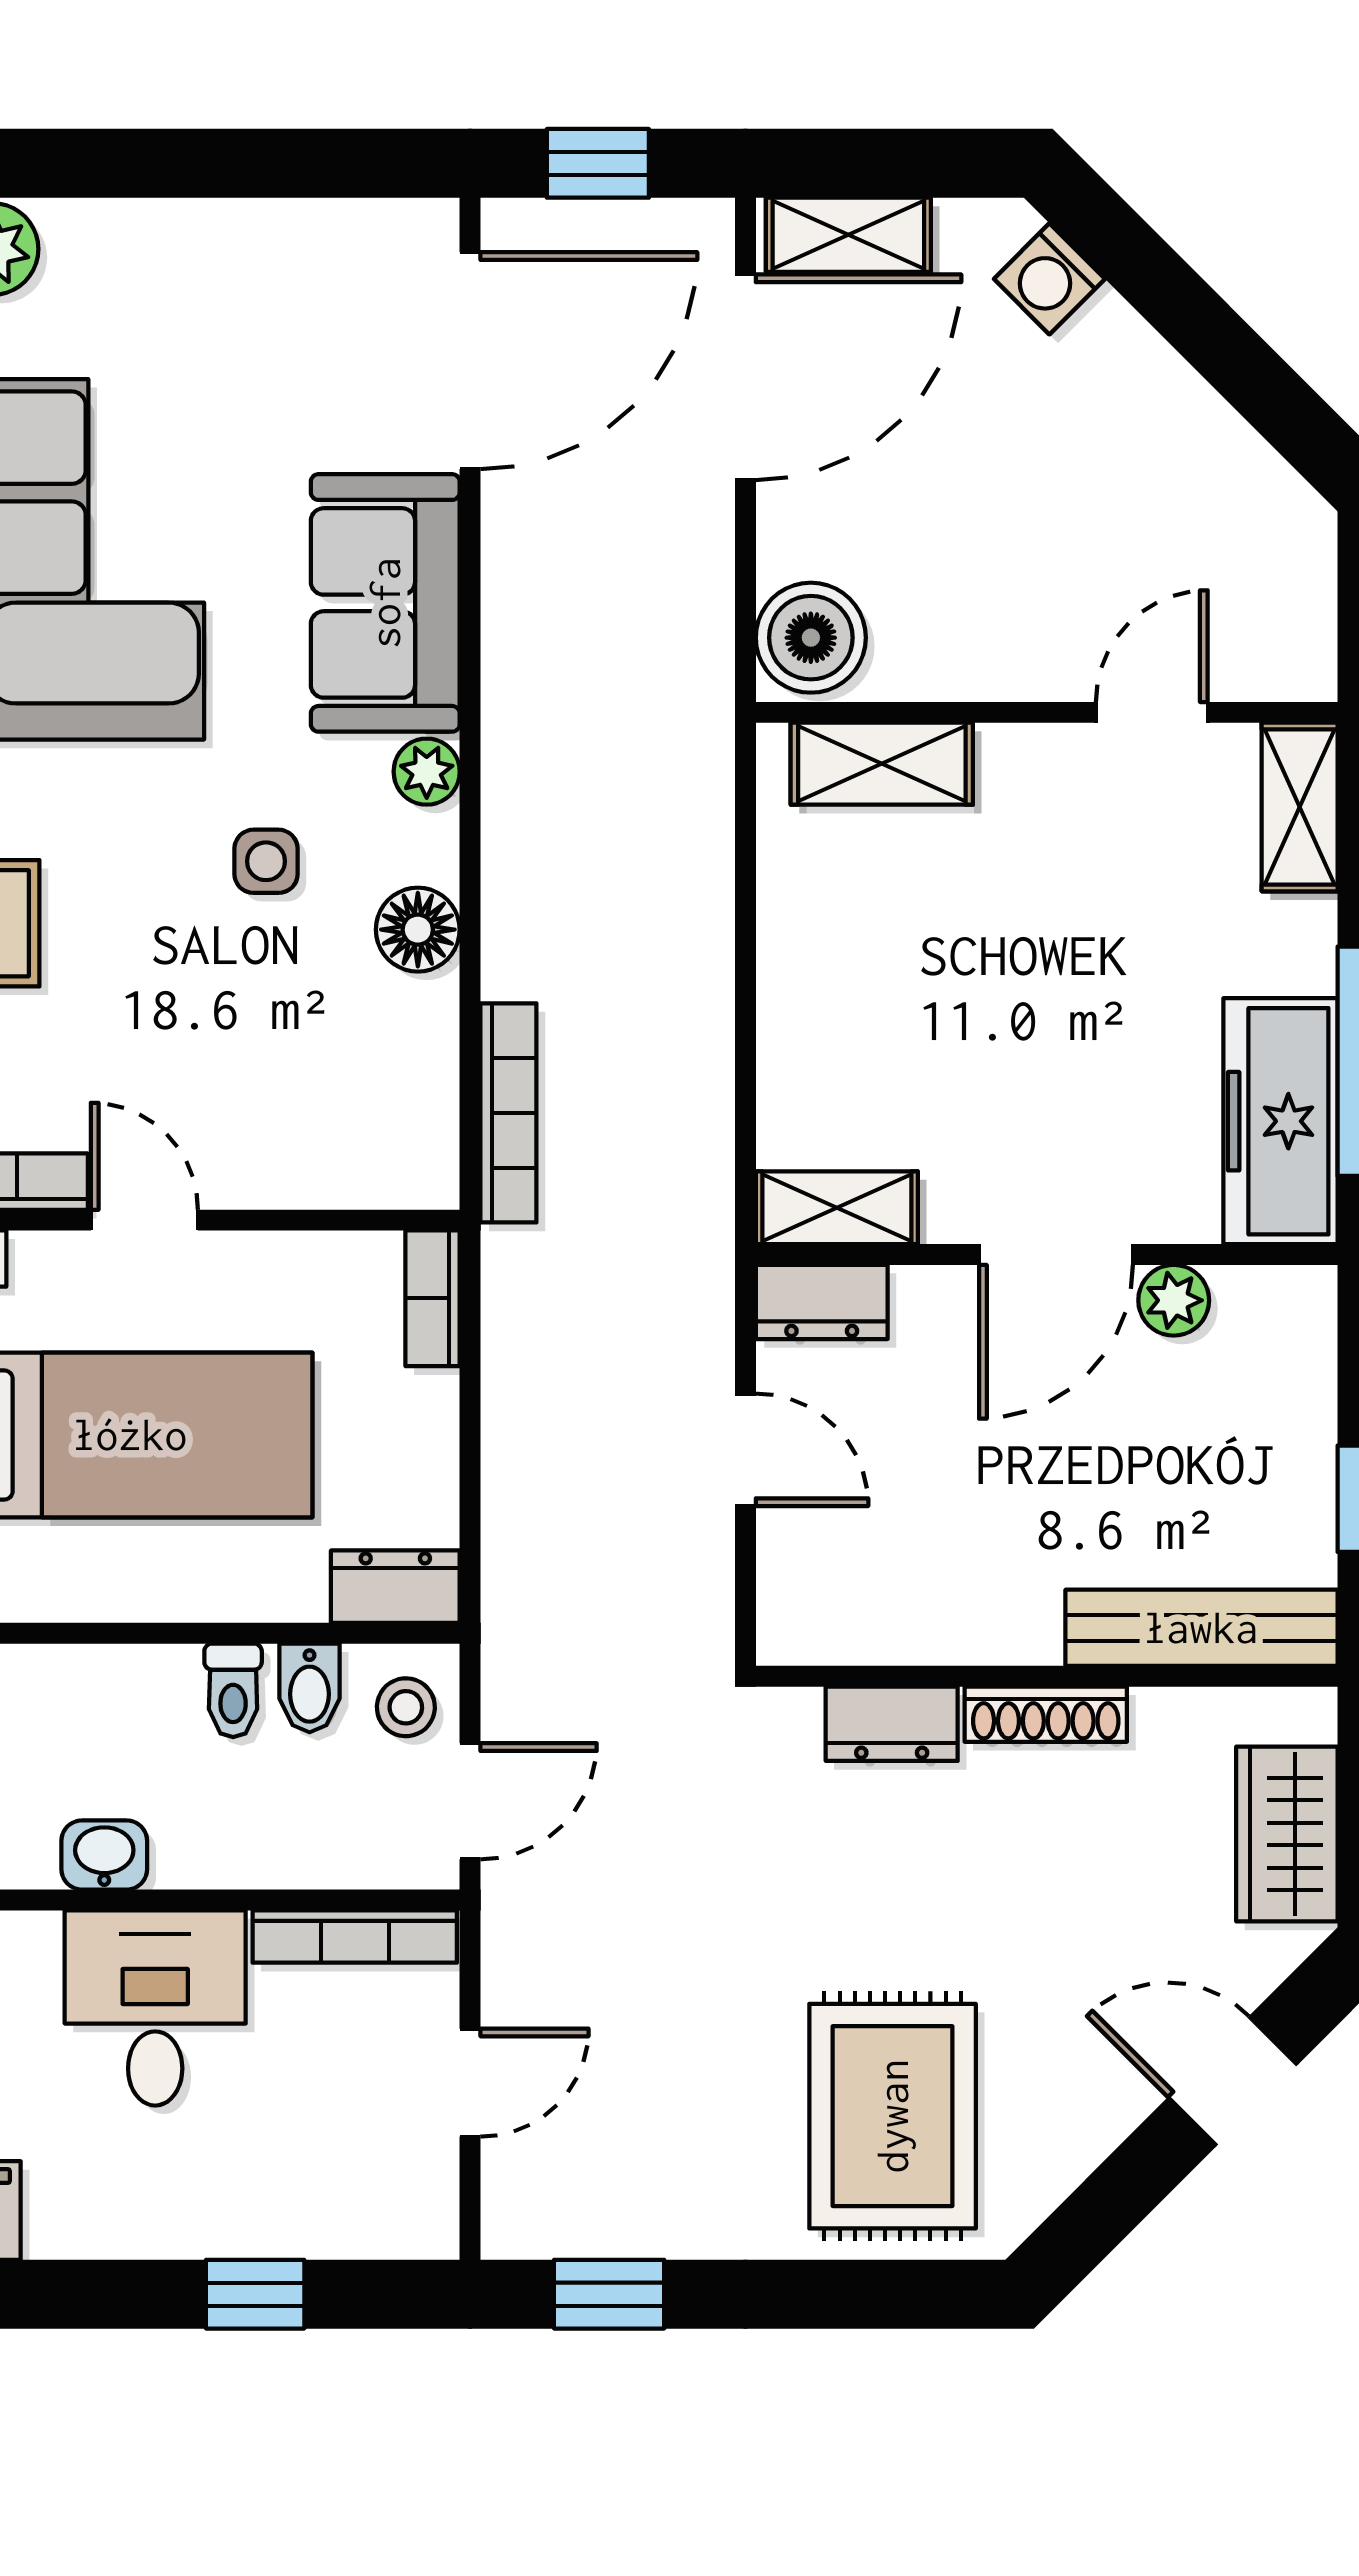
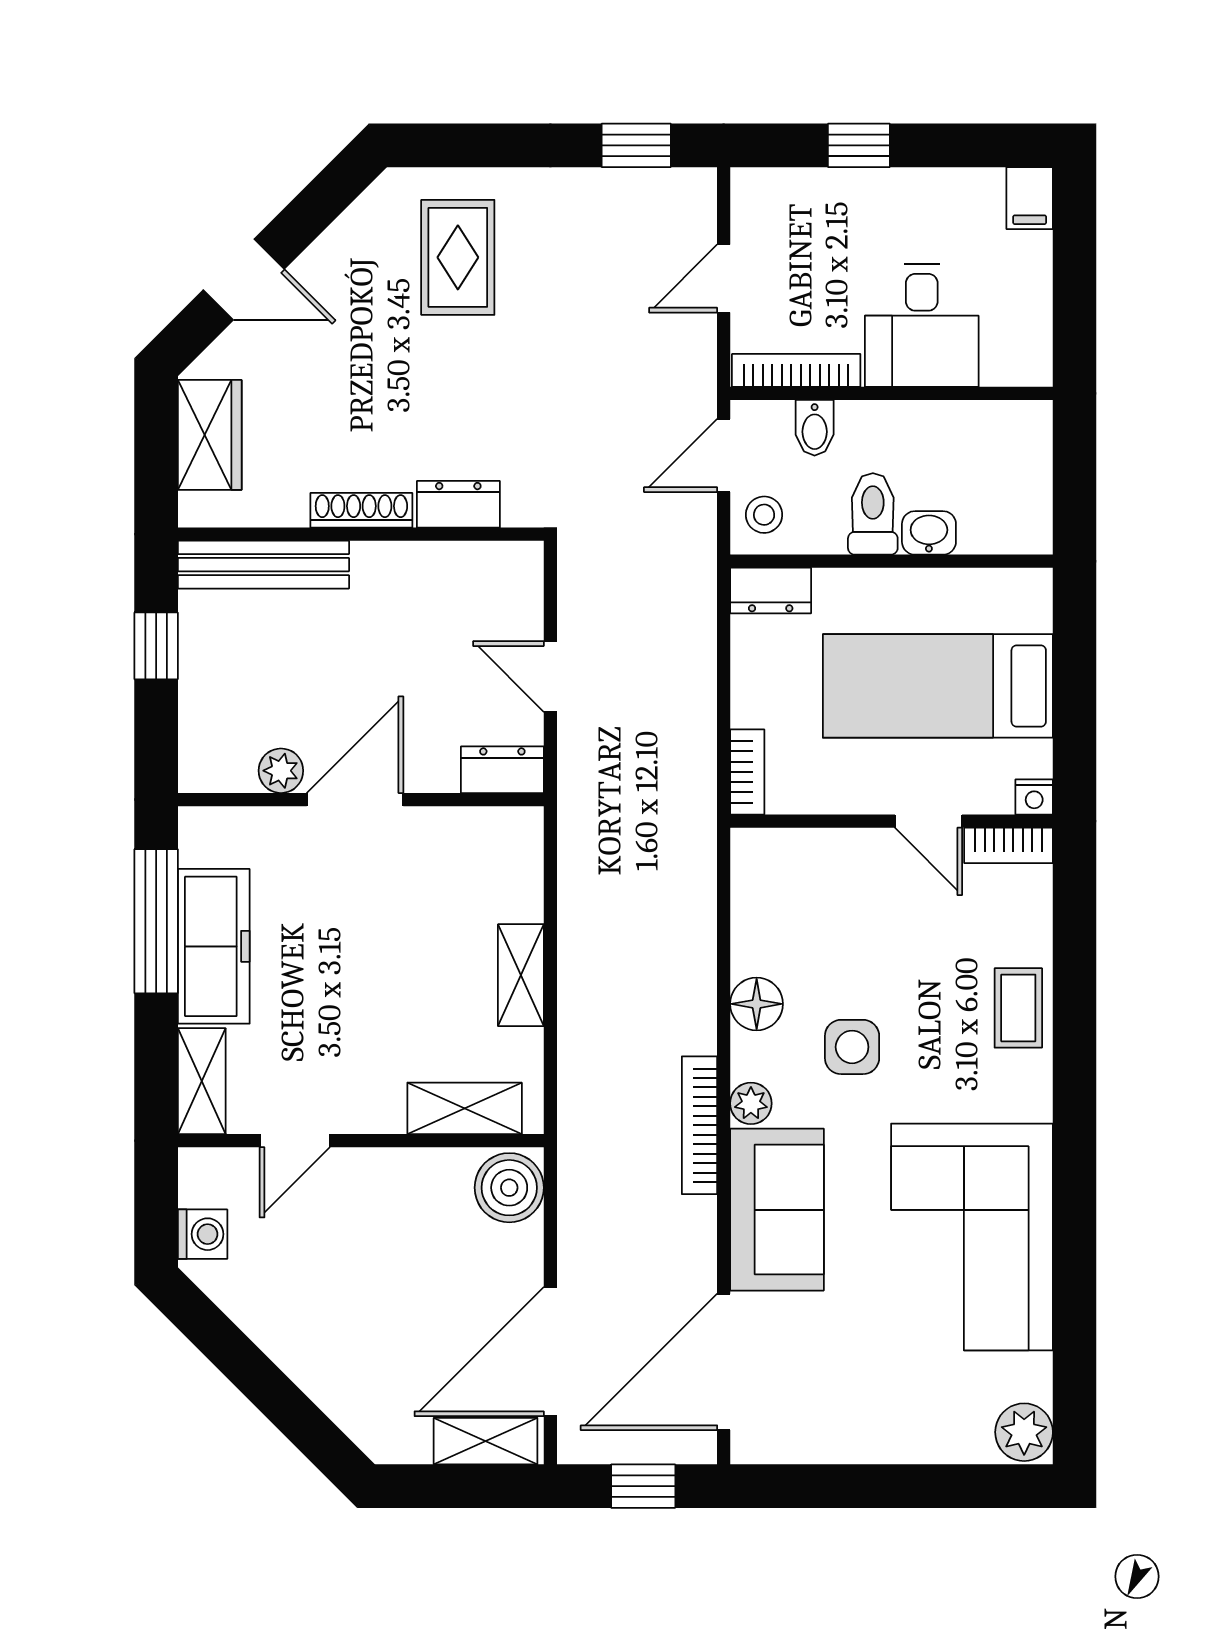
washing machine: (1049, 279) -> (203, 1234), moved, turned 45
side table: (266, 861) -> (852, 1047), width x1.37, depth x1.37
bookcase: (508, 1113) -> (699, 1125), moved
freezer: (1280, 1121) -> (214, 946), moved
shelving: (837, 1208) -> (521, 975), moved, turned 90
bidet: (310, 1688) -> (815, 428), moved, turned 180
toilet: (233, 1690) -> (873, 514), width x1.37, depth x1.39
washbasin: (104, 1855) -> (929, 533), moved, turned 180
rug: (893, 2116) -> (458, 257), width x0.73, depth x0.70

